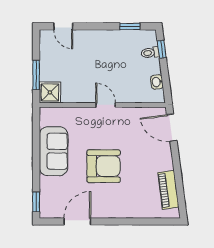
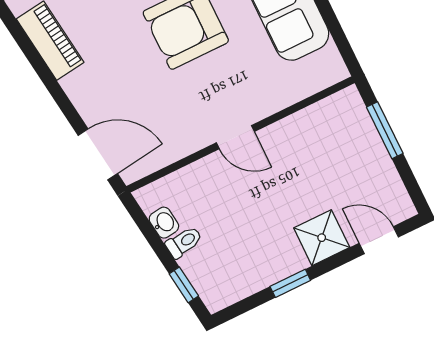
window: (130, 26) -> (290, 283), moved
toilet: (150, 53) -> (184, 242), moved
shower: (50, 92) -> (322, 238), moved

